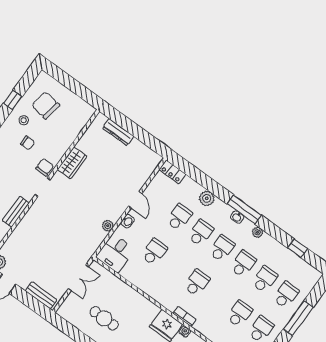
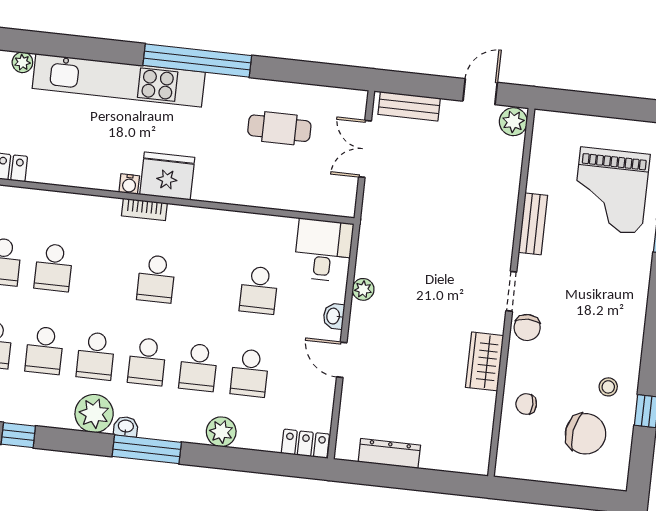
dresser: (118, 132) -> (389, 453), moved
chair: (28, 143) -> (526, 404), moved
washbasin: (237, 217) -> (126, 427), moved
plant: (257, 232) -> (94, 413), width x1.87, depth x1.87
double door: (79, 278) -> (365, 149), moved

